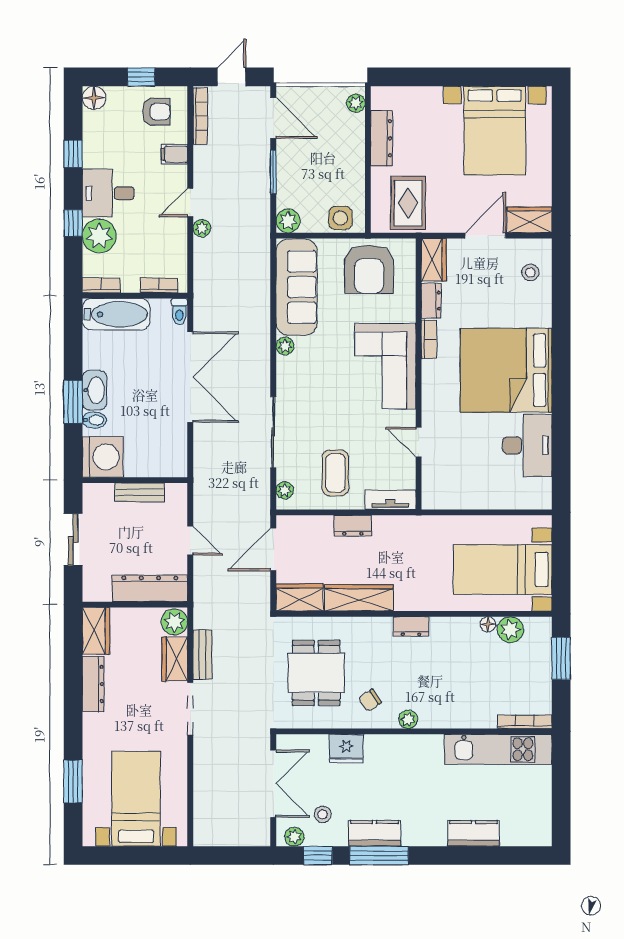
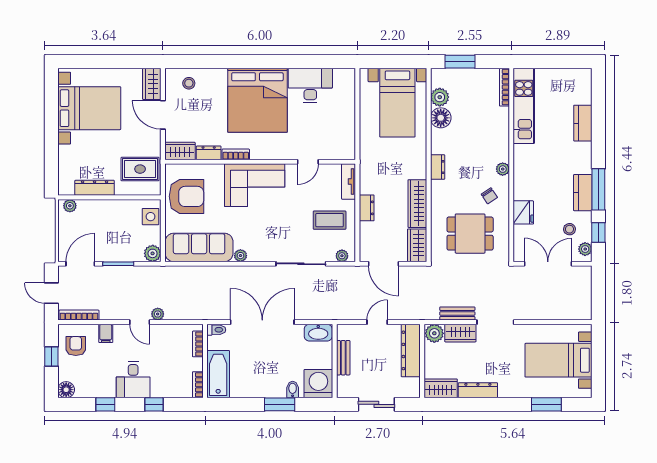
plant: (99, 236) -> (163, 386), removed
washbasin: (94, 390) -> (318, 333), moved, turned 180
floor lamp: (488, 624) -> (441, 118), width x1.89, depth x1.89

